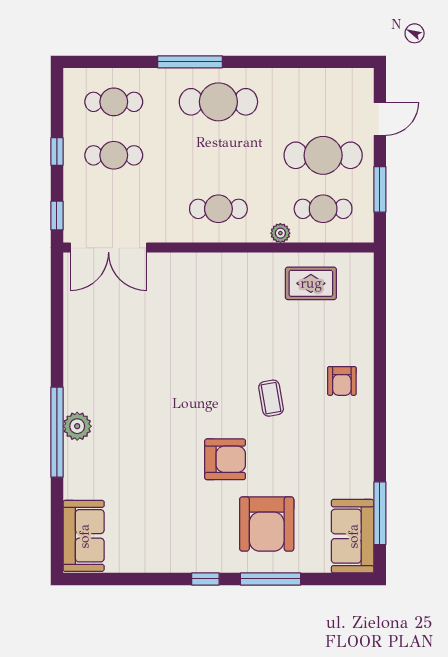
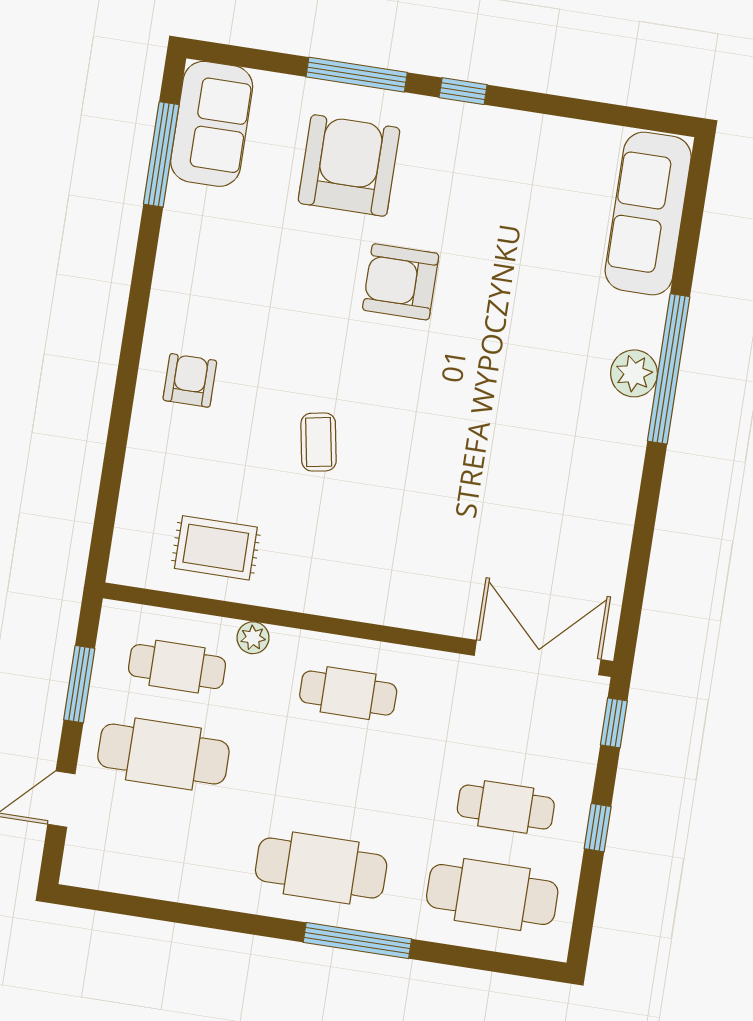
cafe table: (114, 102) -> (492, 894), width x1.37, depth x1.35
coffee table: (271, 398) -> (319, 442), moved
sofa: (84, 536) -> (648, 213), width x1.36

